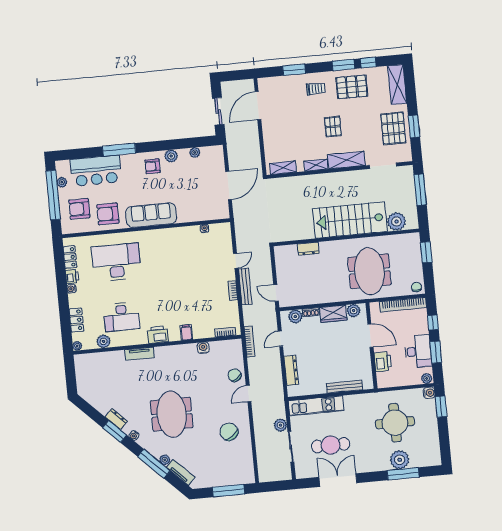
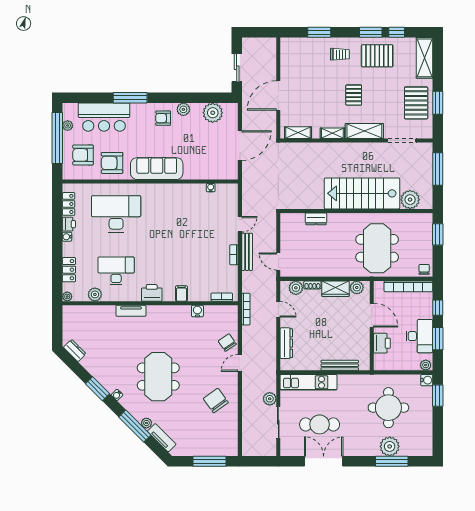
door: (258, 106) -> (278, 95), moved
plant: (195, 153) -> (213, 113), width x1.88, depth x1.88
desk: (122, 317) -> (116, 271), turned 180
door: (280, 339) -> (278, 309), swing flipped
dresser: (116, 419) -> (75, 350), moved

